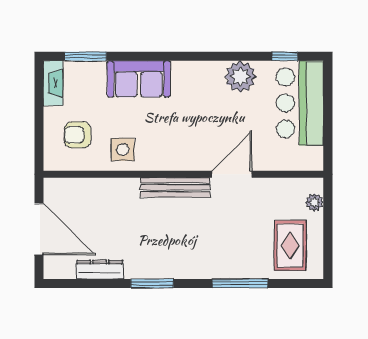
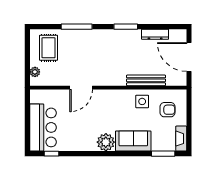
plant: (240, 77) -> (106, 142), moved
bench: (175, 187) -> (146, 80), moved

